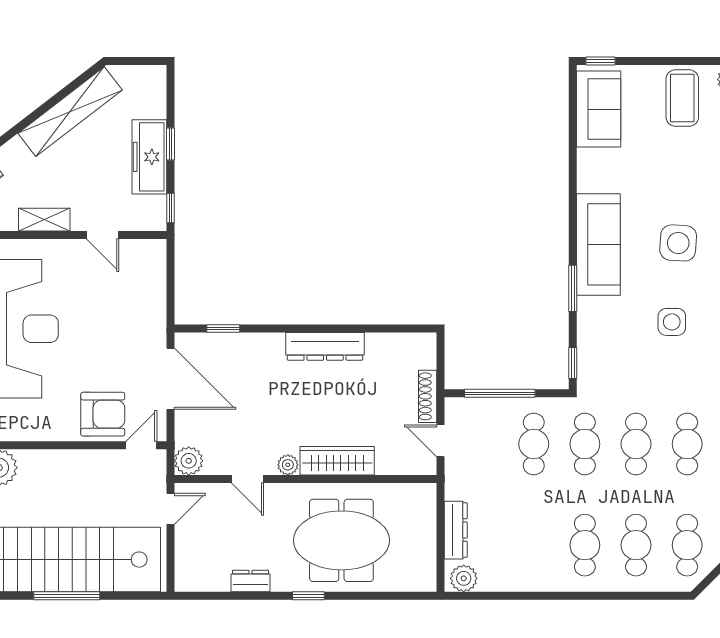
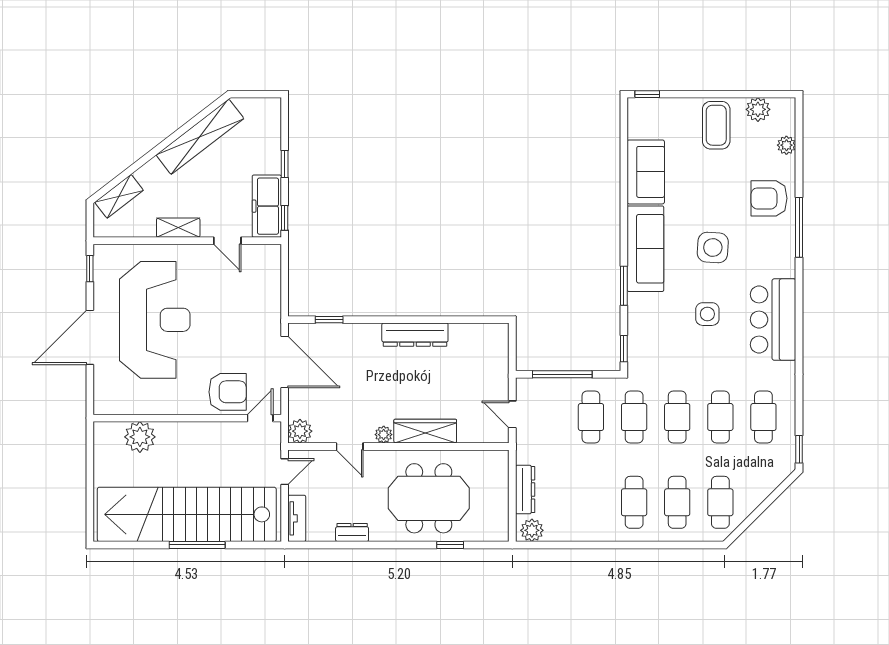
sofa: (599, 109) -> (646, 172), moved
freezer: (149, 157) -> (267, 206), moved
shoe rack: (428, 396) -> (501, 377), removed
tv unit: (185, 564) -> (297, 518), added
window: (308, 596) -> (450, 545), moved

